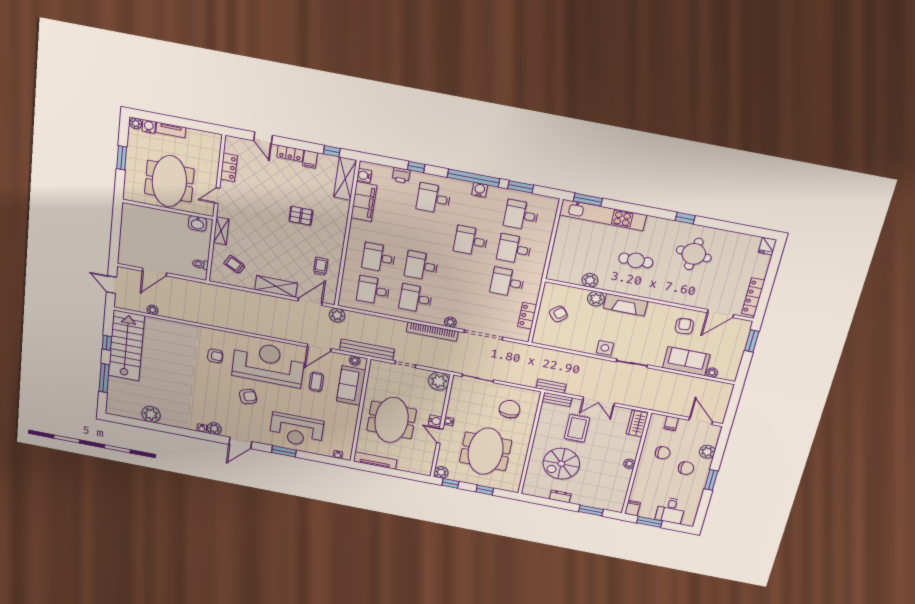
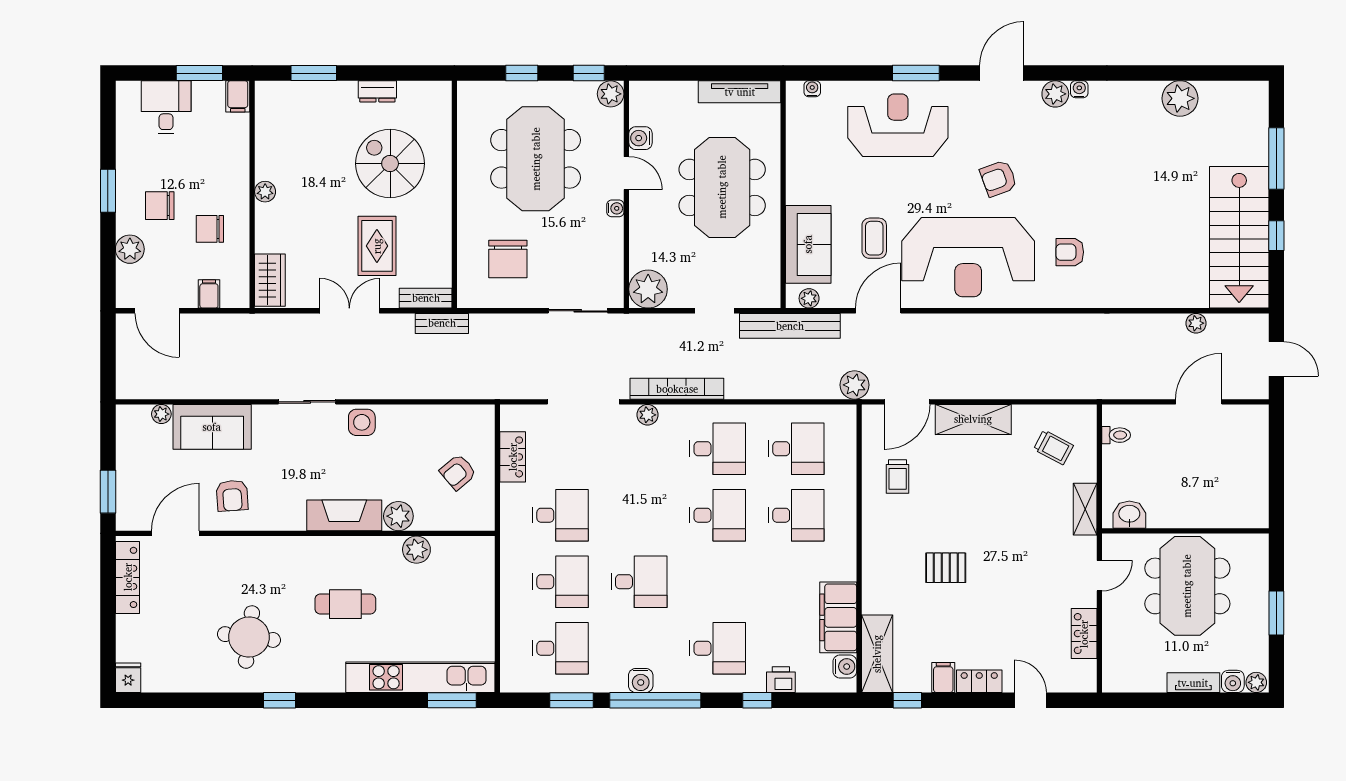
water cooler: (435, 421) -> (641, 138), moved
spiral stairs: (561, 464) -> (390, 164), turned -90

